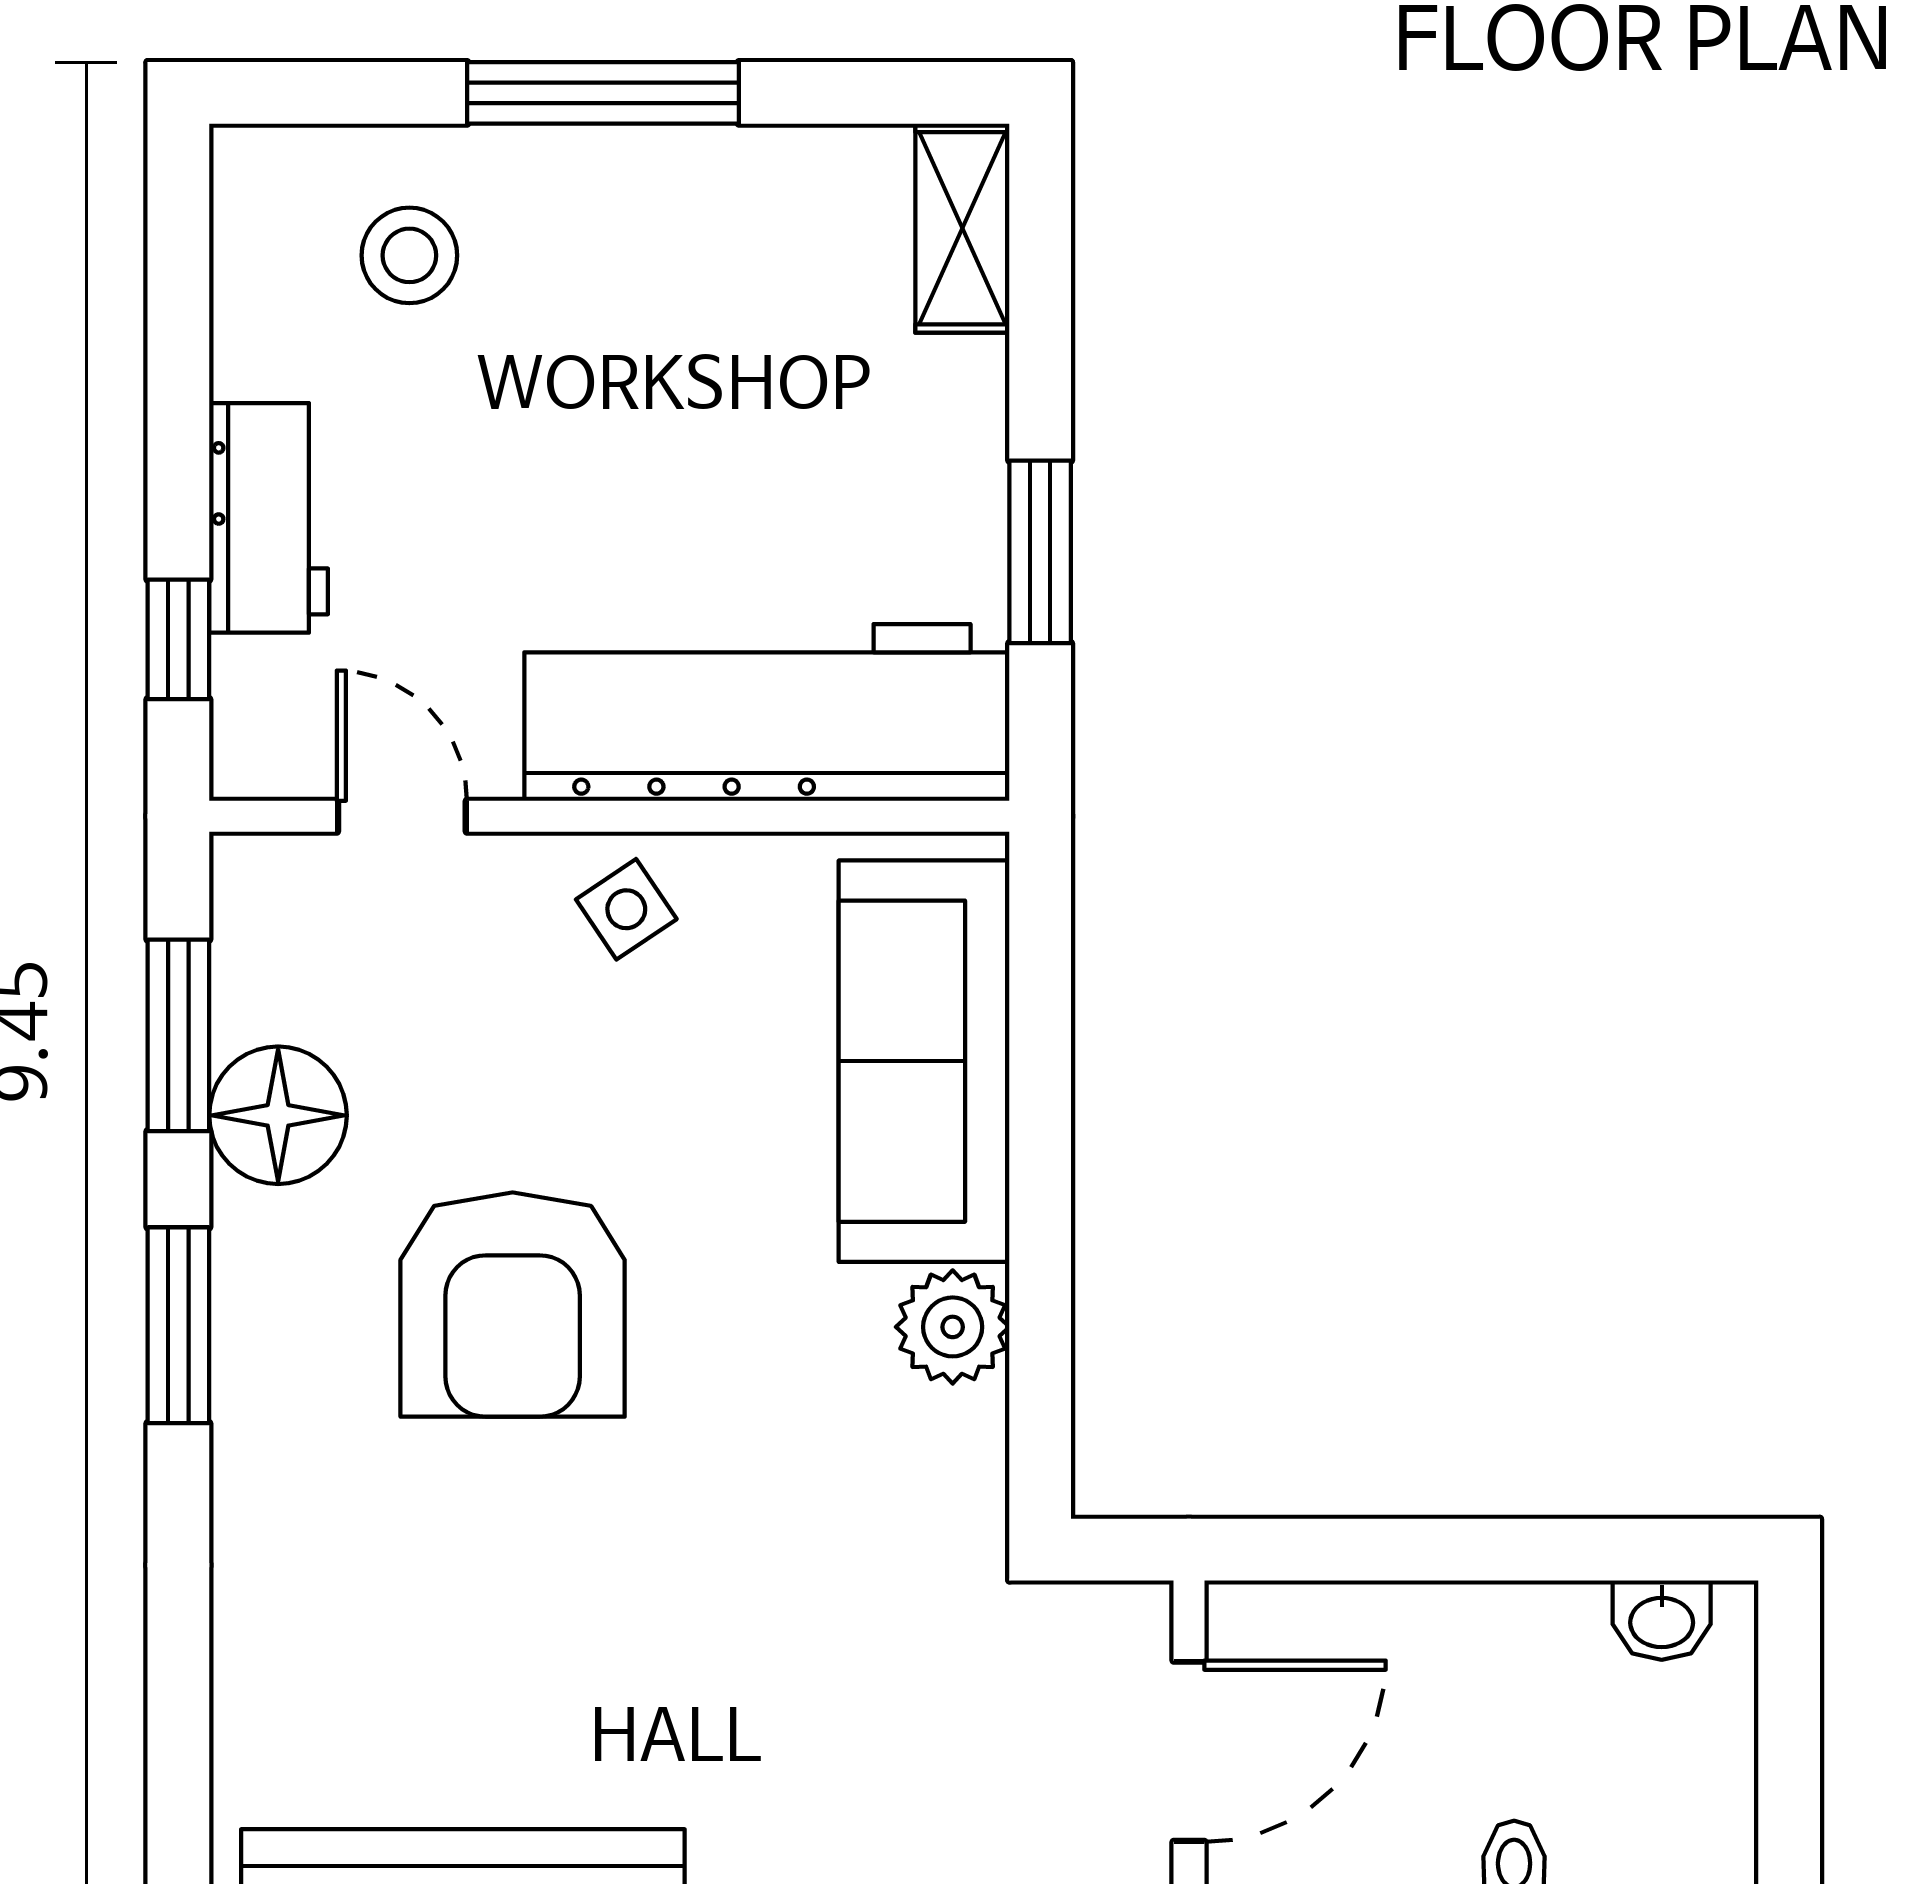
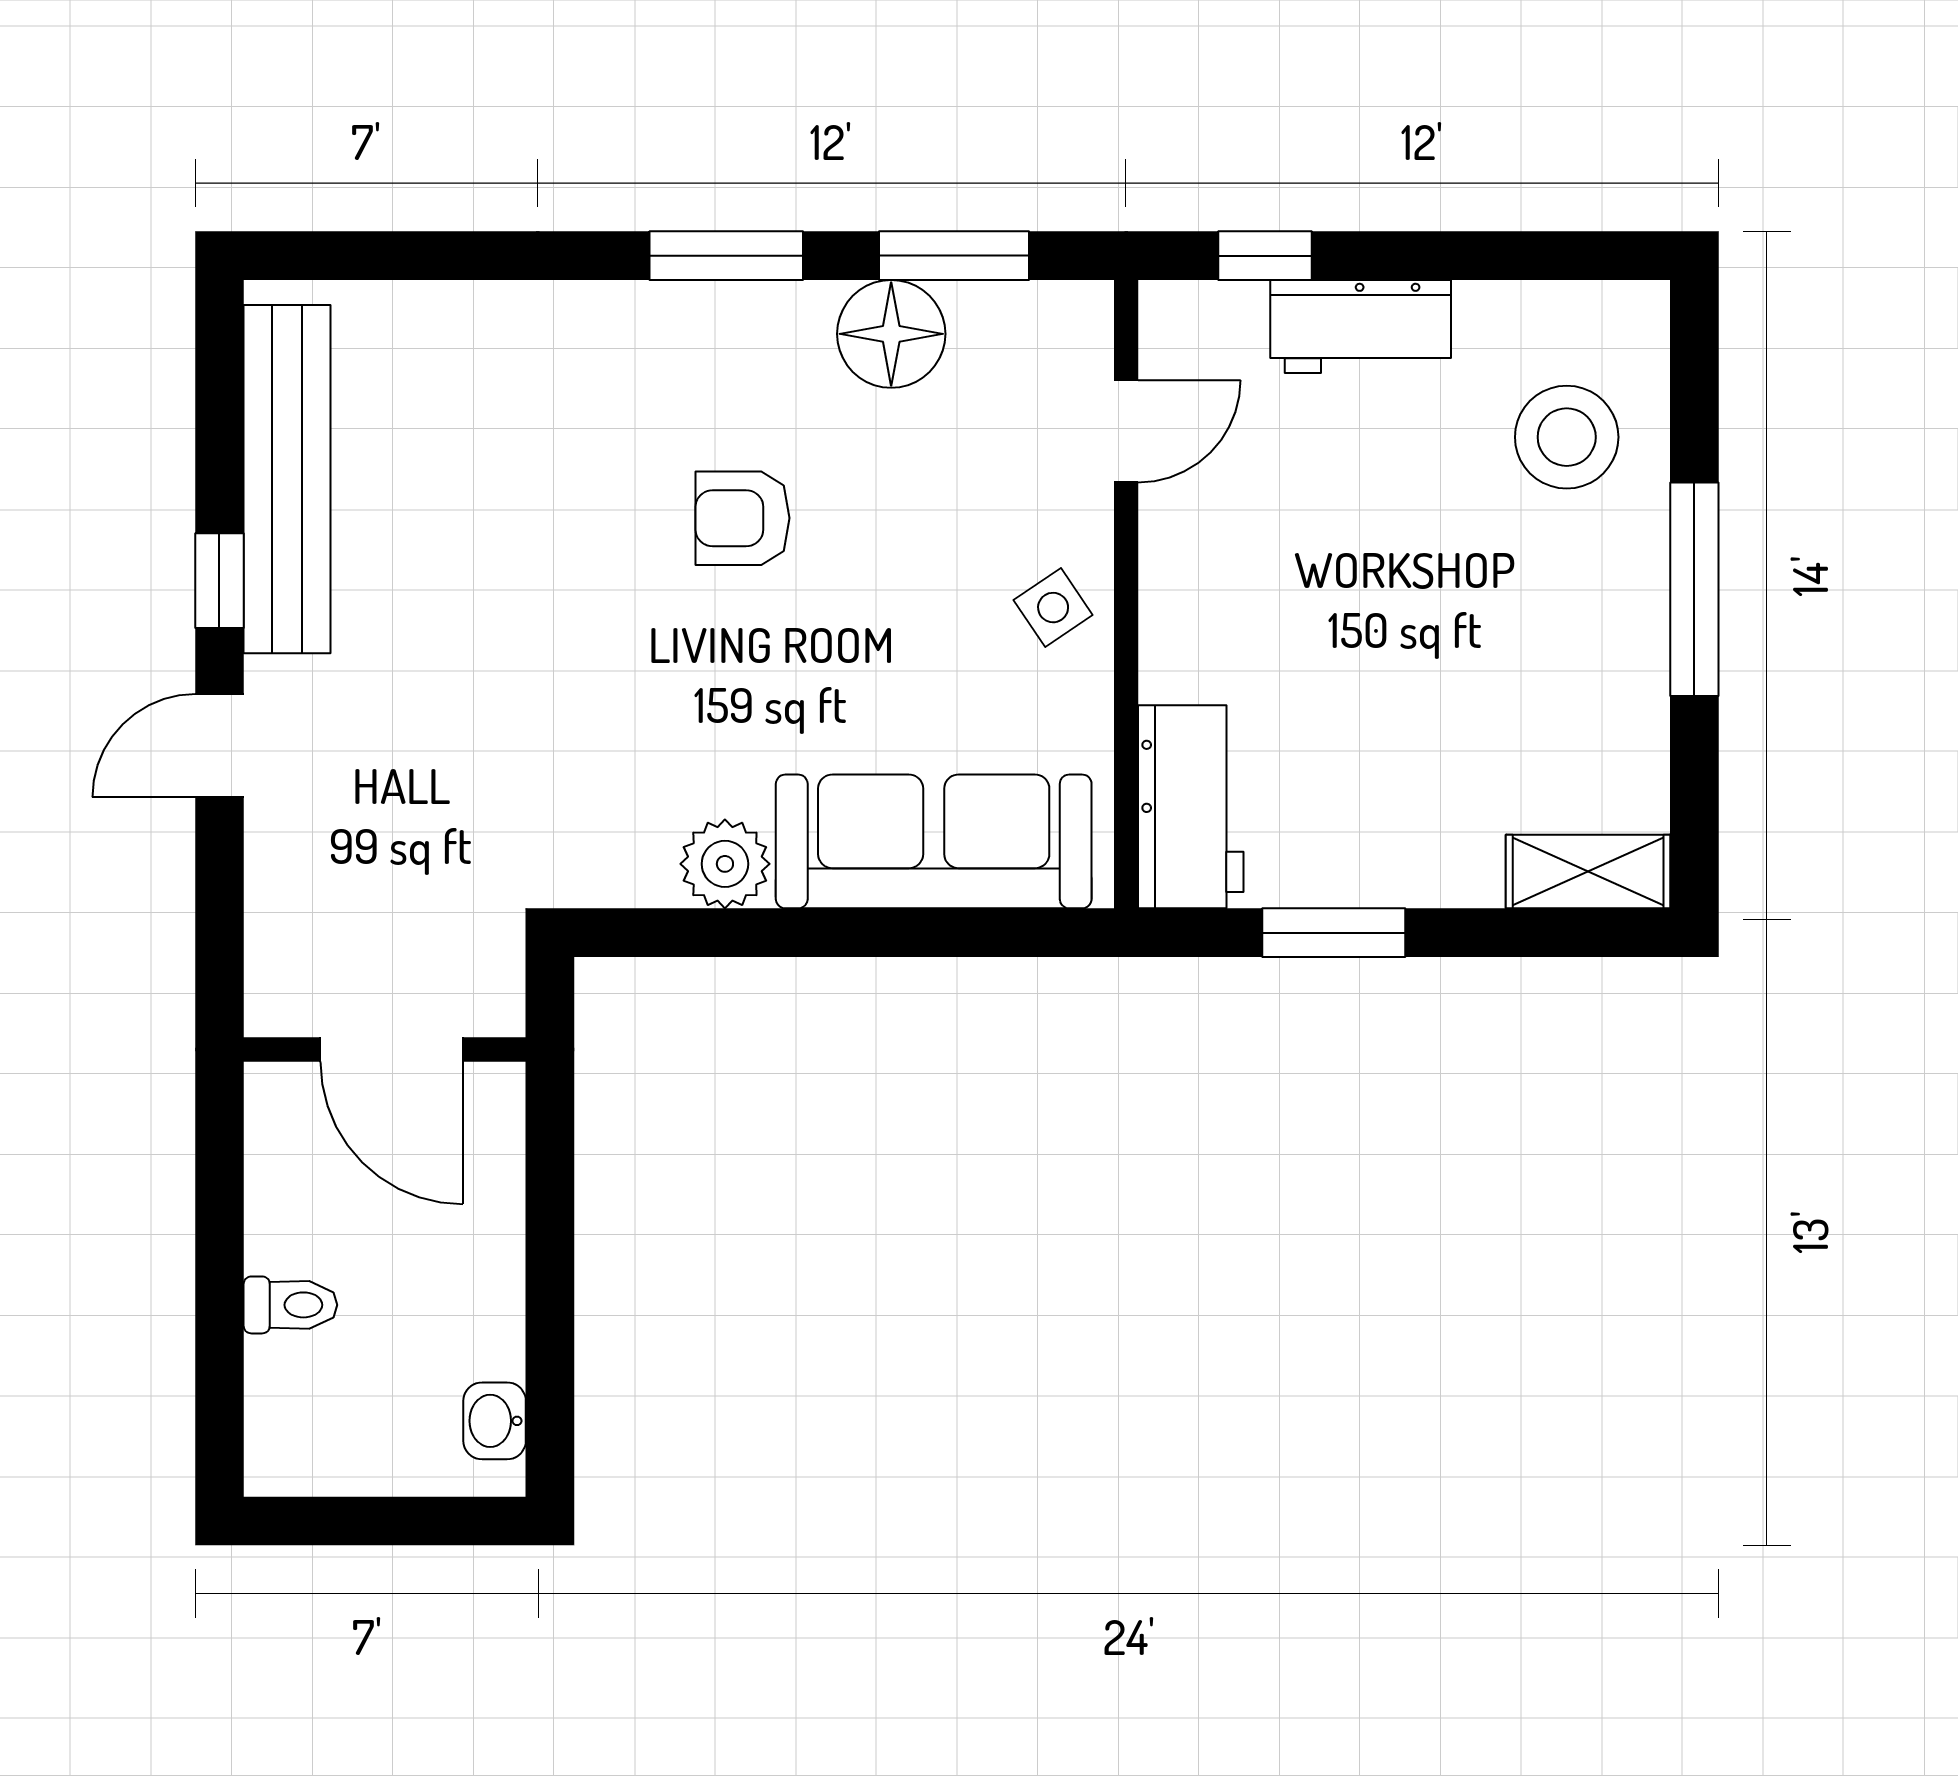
stool: (409, 255) -> (1567, 437), width x1.38, depth x1.38
workbench: (767, 712) -> (1191, 807), width x0.53, depth x0.76
armchair: (513, 1305) -> (742, 518), width x0.53, depth x0.53

